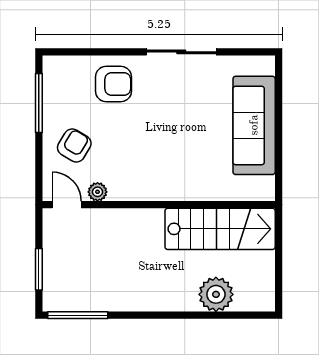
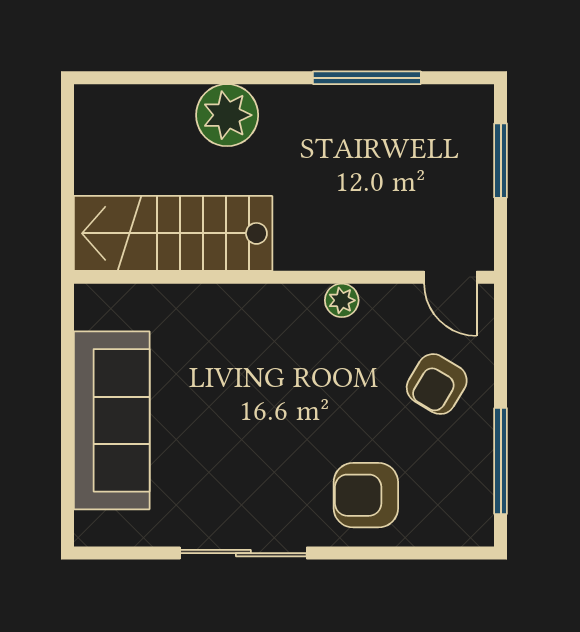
plant: (97, 192) -> (342, 300), moved
plant: (216, 294) -> (227, 115), moved
window: (78, 315) -> (367, 78), moved

